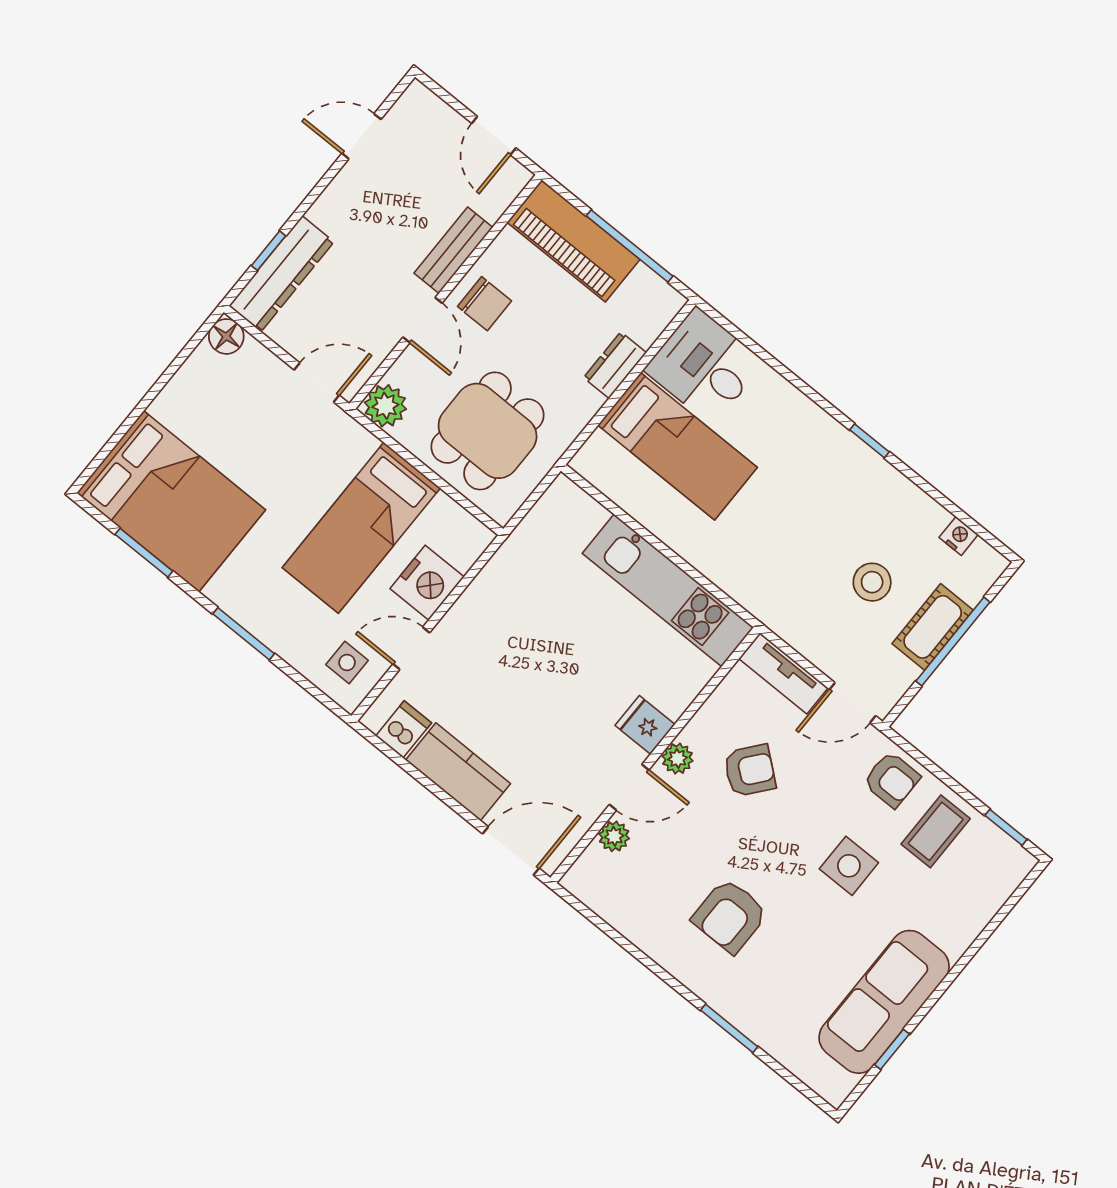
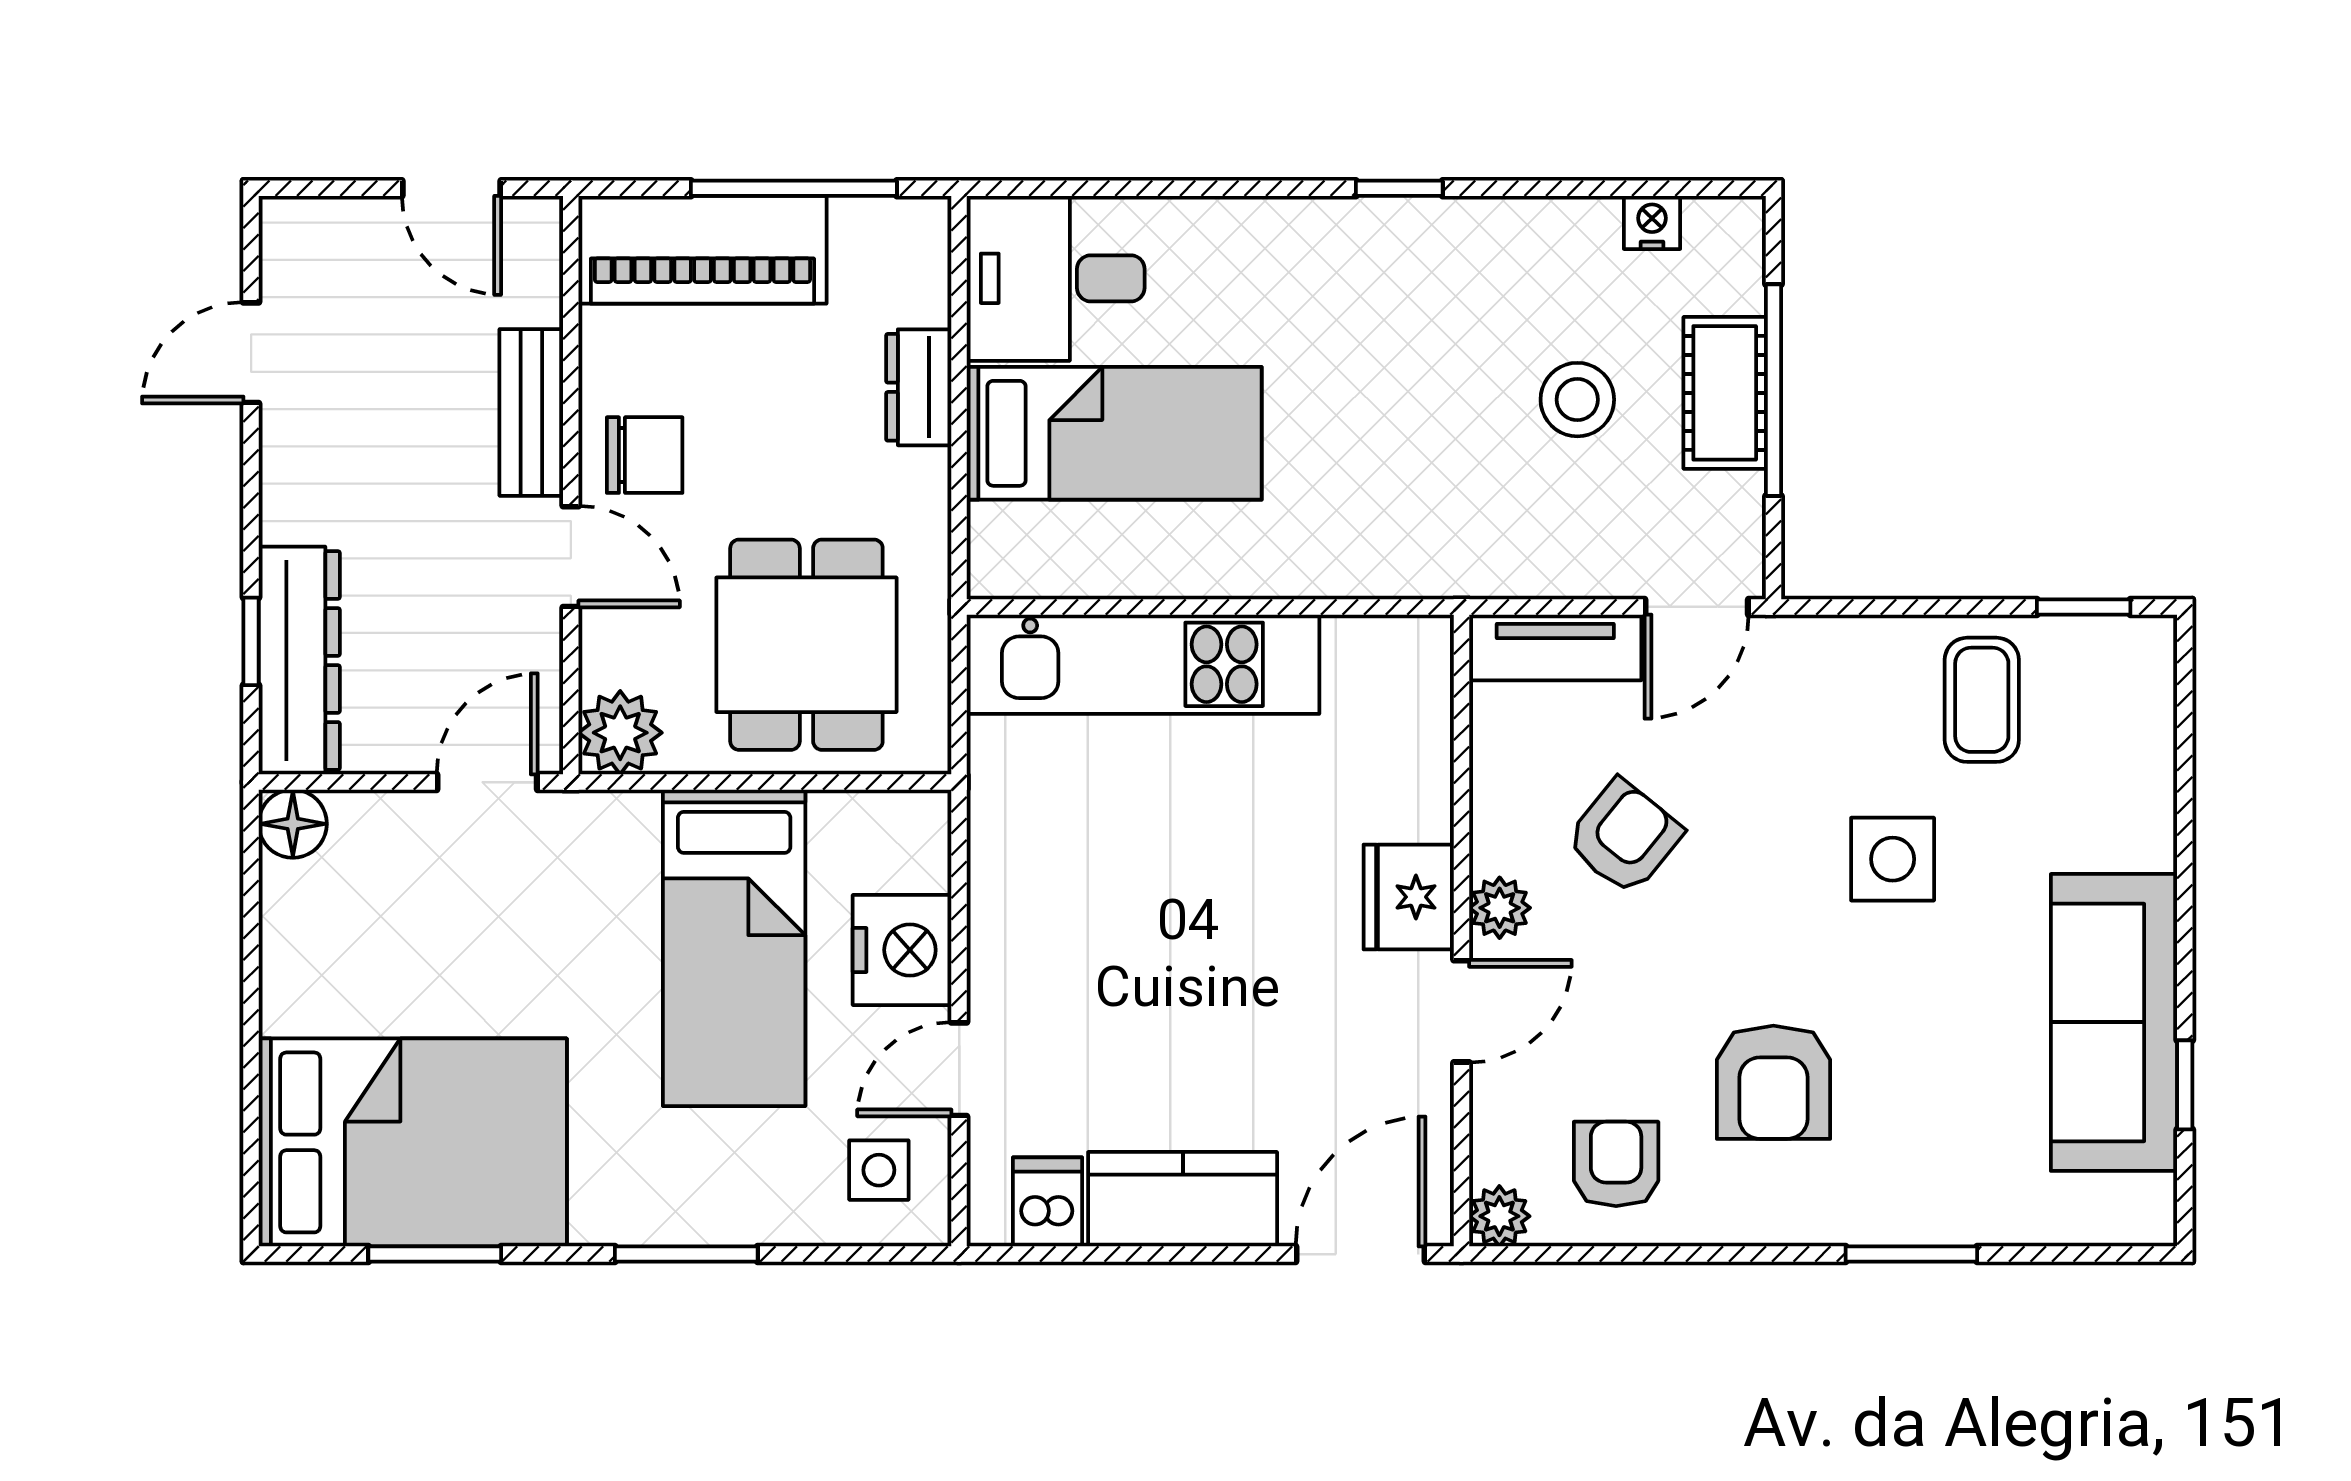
kitchen unit: (668, 590) -> (1143, 664), moved
fridge: (645, 725) -> (1409, 897), width x1.38
armchair: (892, 780) -> (1616, 1164), moved, turned -90
plant: (614, 836) -> (1499, 1216), moved

